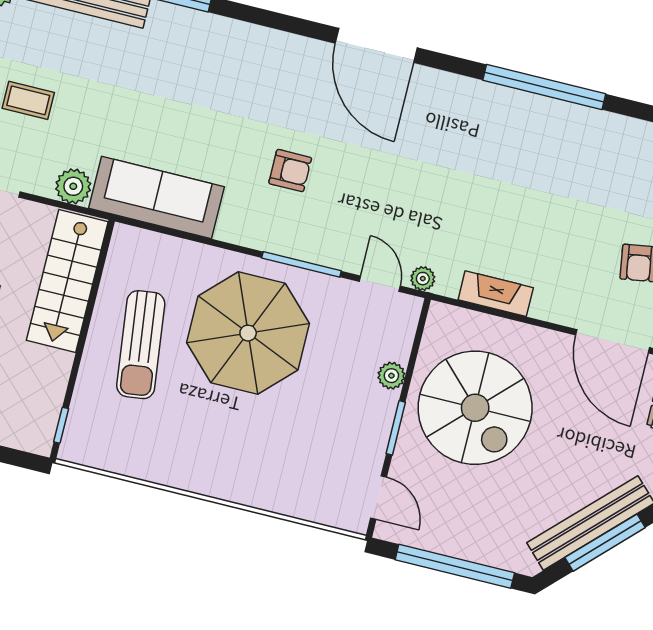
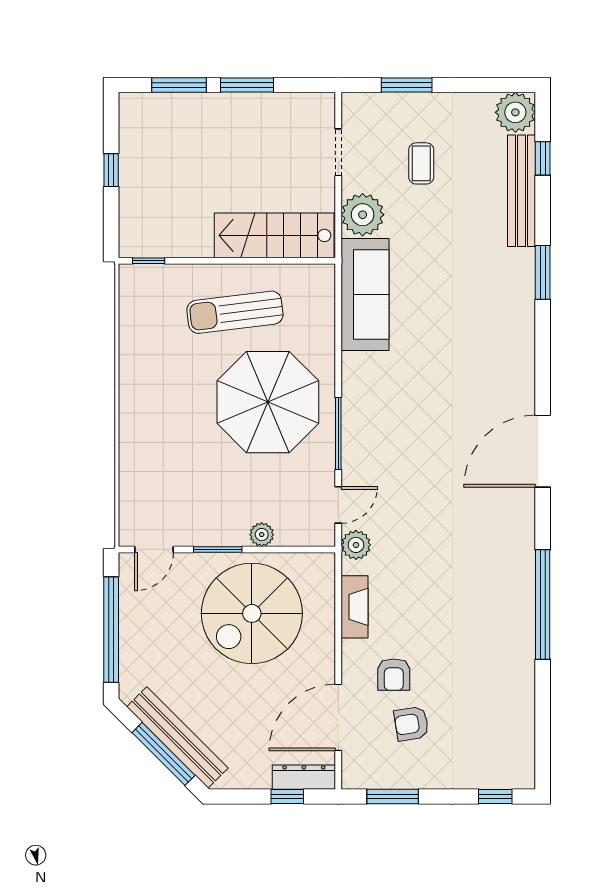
armchair: (290, 171) -> (394, 675), moved
plant: (73, 186) -> (363, 215), width x1.36, depth x1.36
plant: (423, 279) -> (356, 545), width x1.38, depth x1.38

